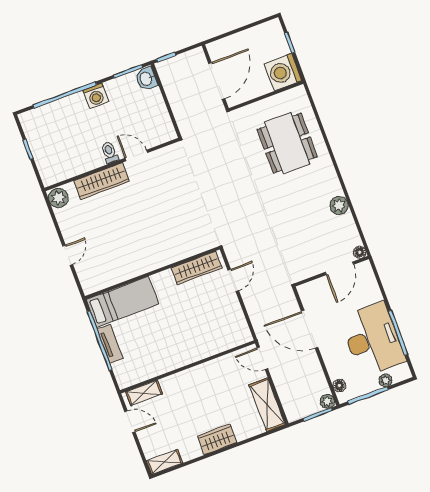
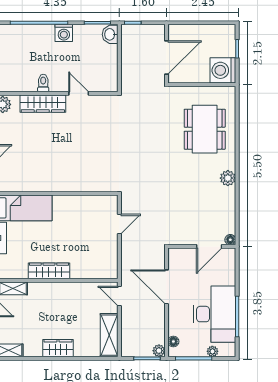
toilet: (110, 153) -> (43, 83), moved
plant: (339, 205) -> (228, 178), moved
wardrobe: (196, 268) -> (49, 271), moved, turned 180

